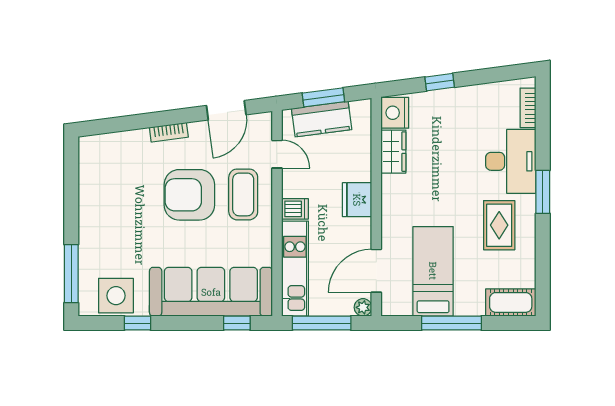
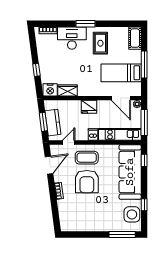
door: (226, 110) -> (49, 165), hinge flipped
rug: (499, 225) -> (100, 43), turned 90

